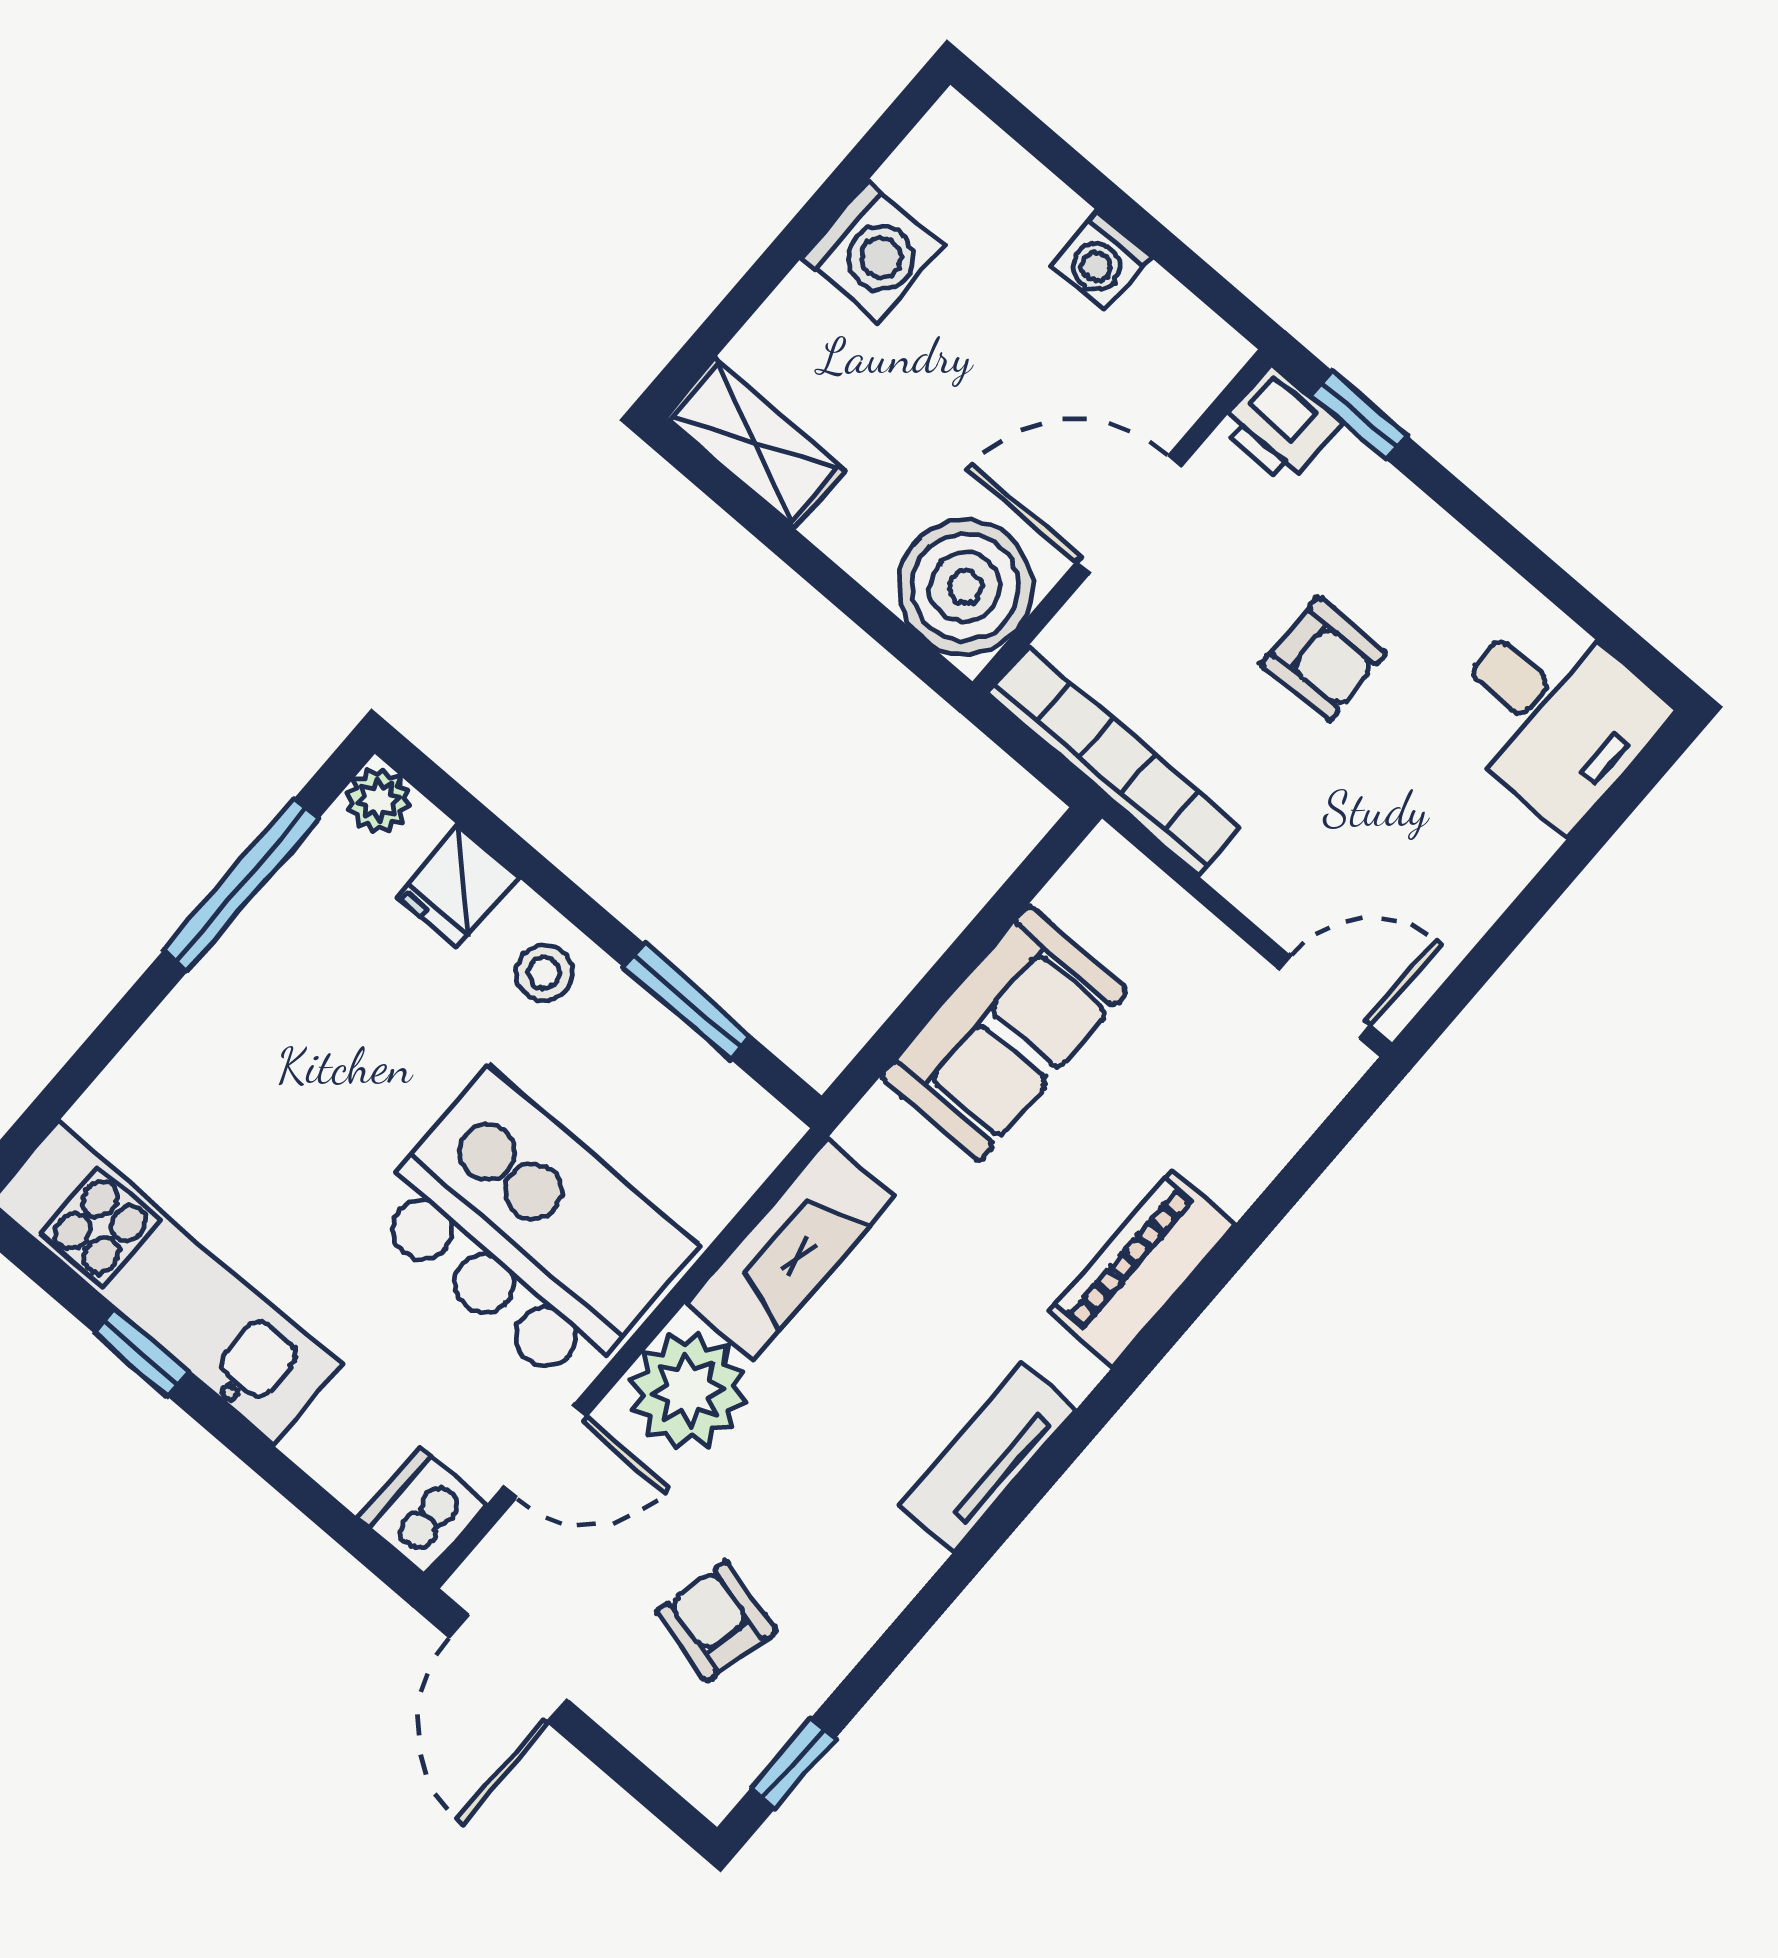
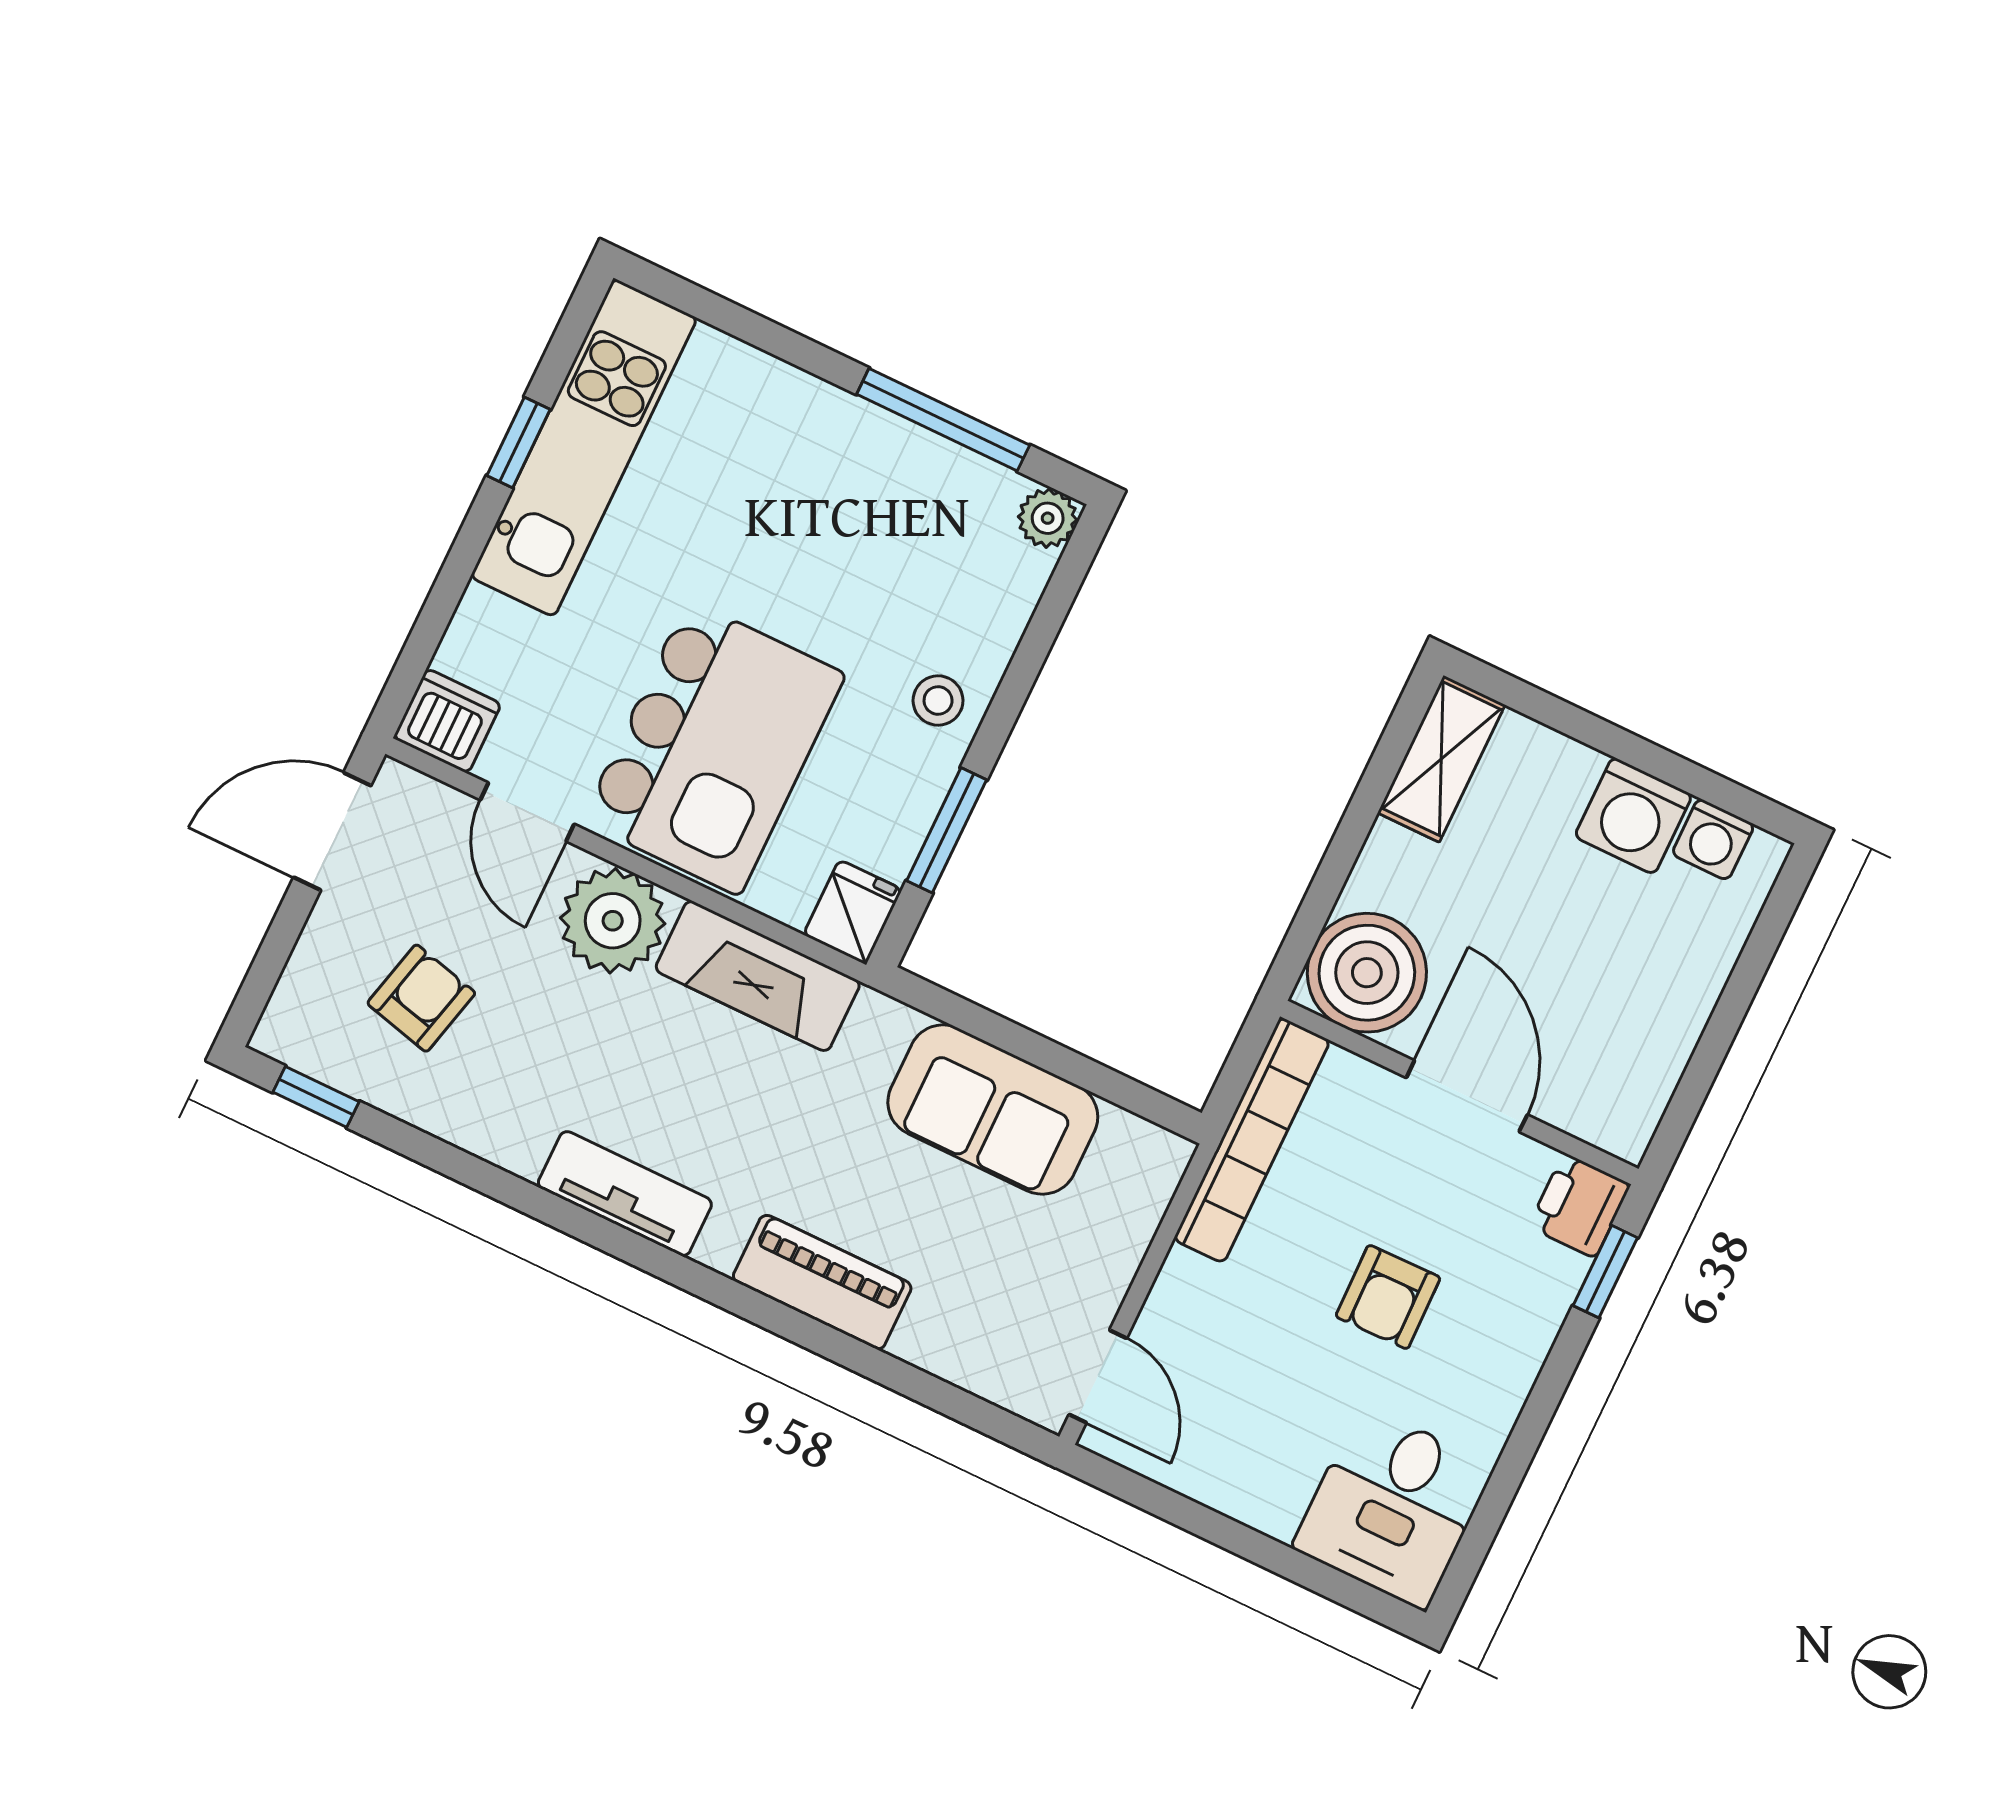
washing machine: (1101, 261) -> (1713, 839), moved, turned -90
fridge: (457, 886) -> (853, 912), moved, turned 90

